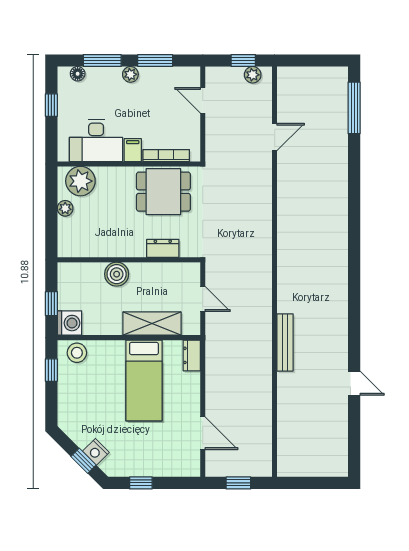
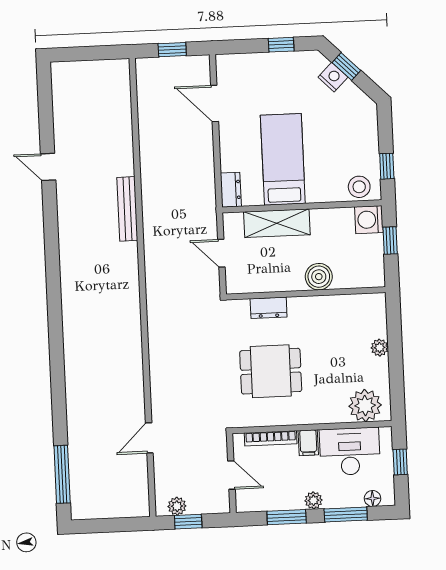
desk: (96, 141) -> (350, 451), moved
filing cabinet: (133, 150) -> (308, 443), moved
bookcase: (166, 156) -> (271, 438), moved
wall: (129, 164) -> (312, 427), moved
plant: (80, 181) -> (365, 406), moved

